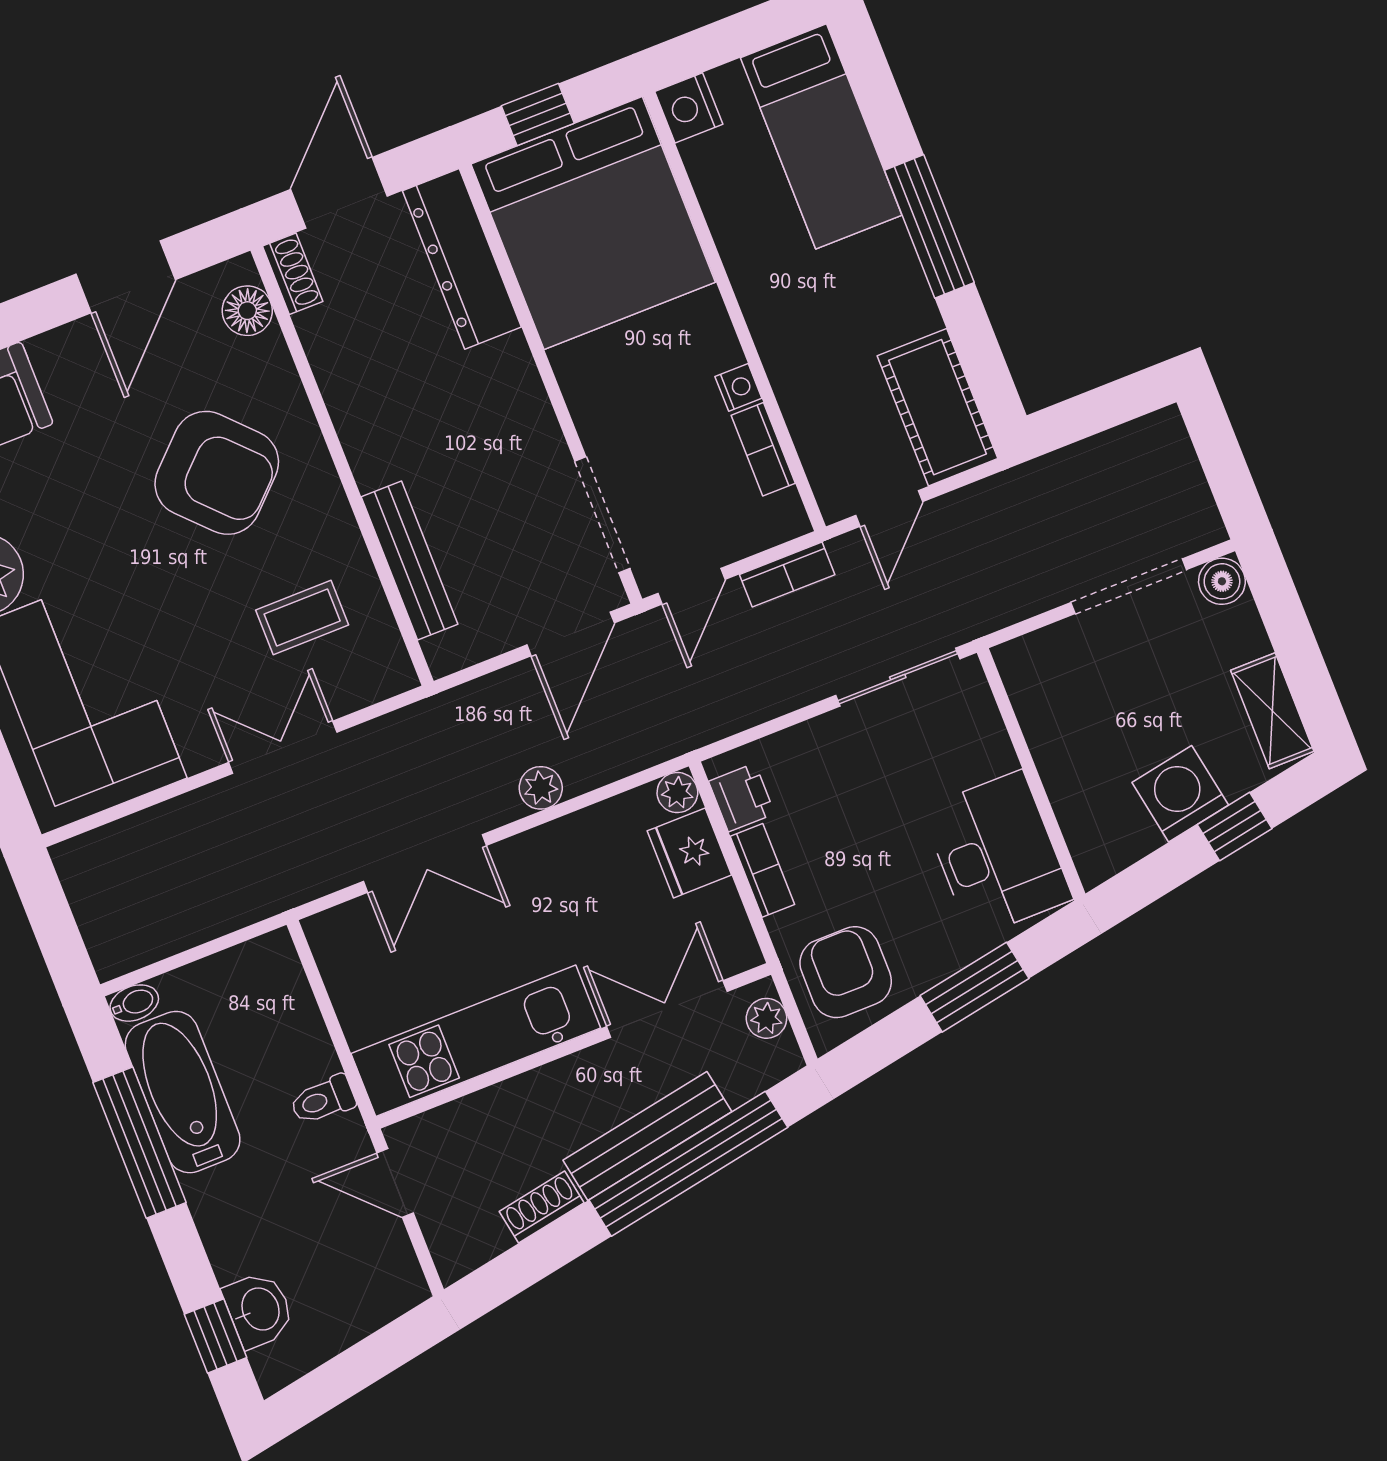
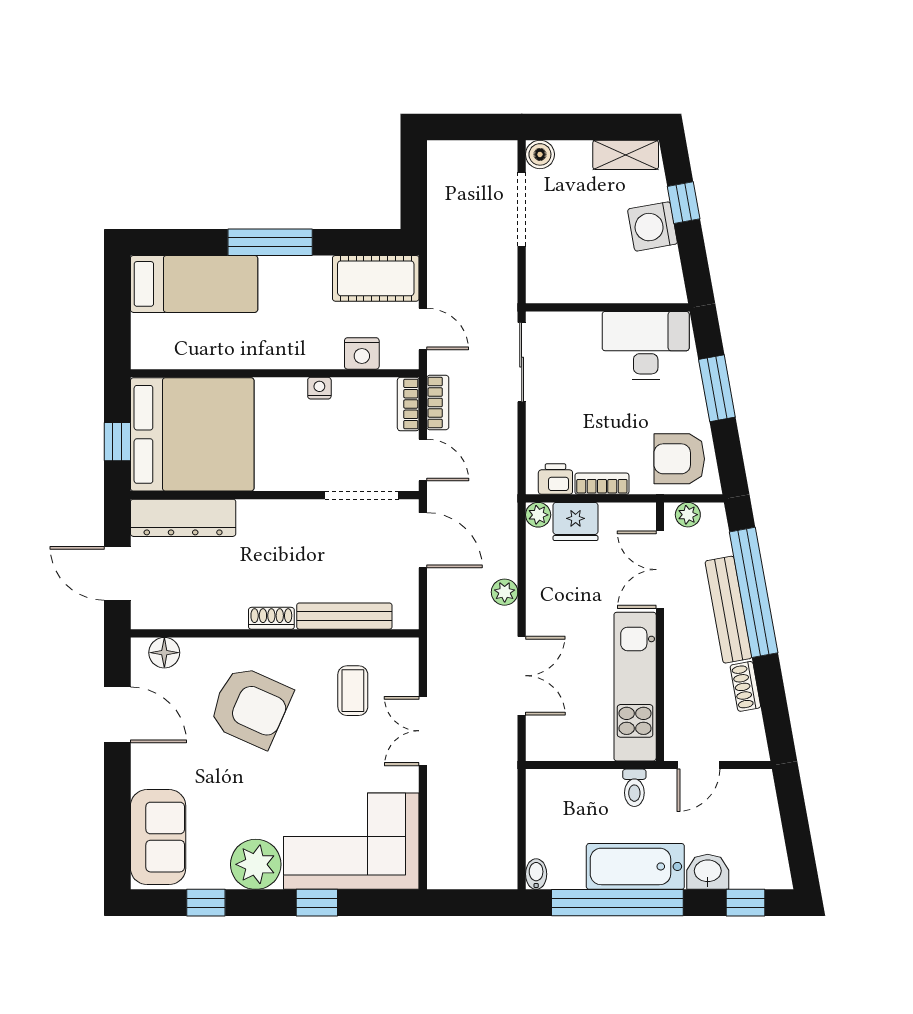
nightstand: (689, 108) -> (362, 353), moved
shoe rack: (293, 274) -> (271, 618), moved
bookcase: (763, 449) -> (408, 404), moved, turned 90
armchair: (217, 473) -> (250, 707), turned 68
bathtub: (183, 1092) -> (635, 866), moved
window: (139, 1143) -> (617, 903), width x1.46
washbasin: (259, 1310) -> (708, 872), moved

